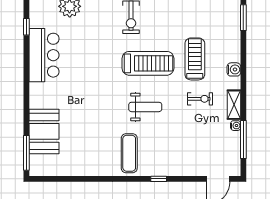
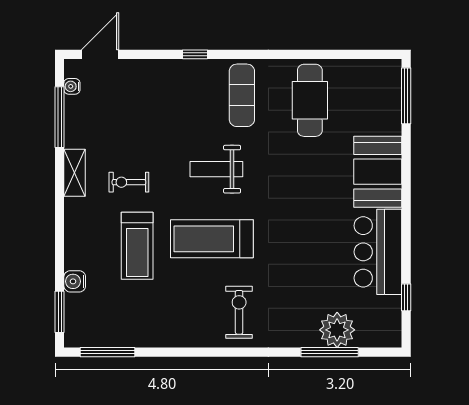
water cooler: (234, 69) -> (75, 281), moved
water cooler: (236, 126) -> (72, 86), moved
booth: (44, 131) -> (378, 172), moved
cafe table: (87, 150) -> (310, 100), added

